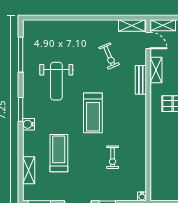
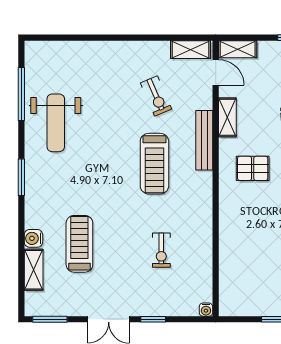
bench: (141, 80) -> (204, 140), width x1.36
weight bench: (56, 81) -> (56, 123), moved
treadmill: (93, 113) -> (154, 164), moved
water cooler: (28, 124) -> (33, 238), moved

